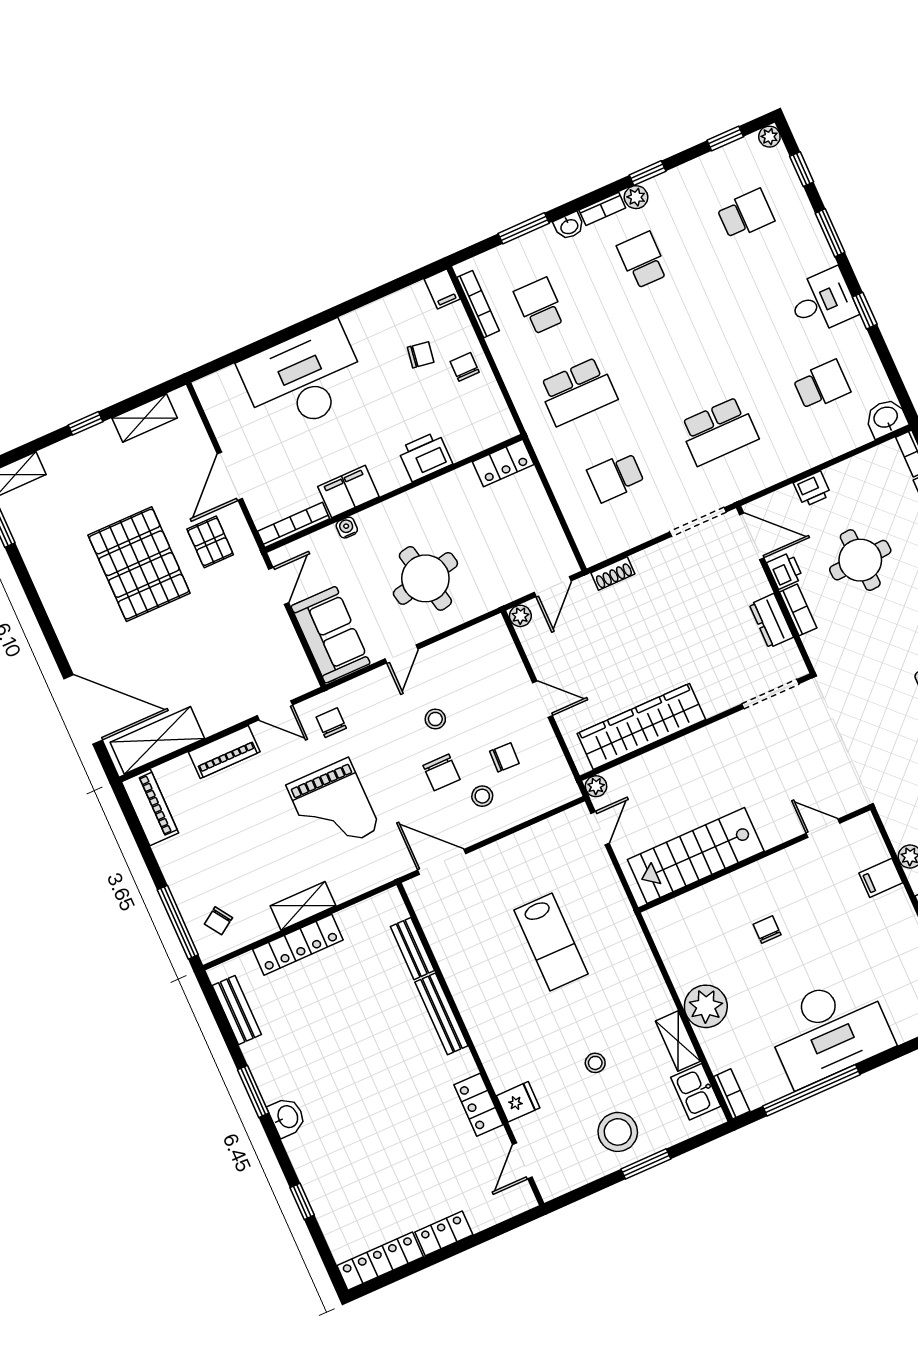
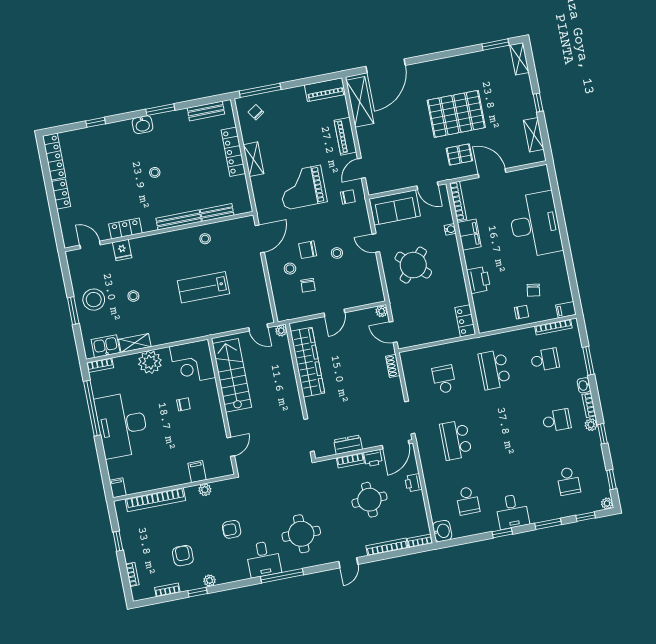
round table: (425, 578) -> (413, 265), turned -36
corner desk: (688, 931) -> (193, 362), added
stool: (464, 959) -> (205, 239), added
stool: (367, 1076) -> (155, 172), added

